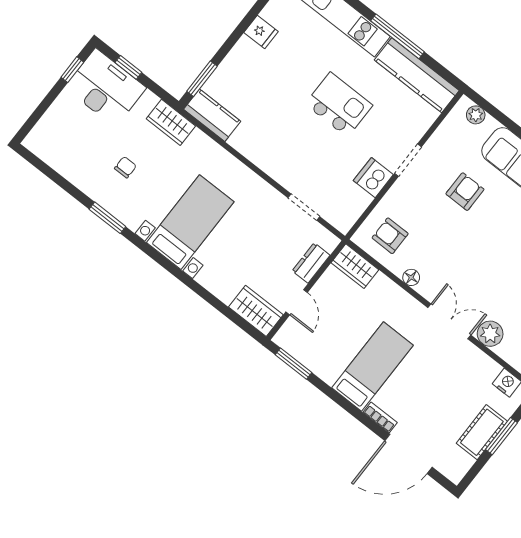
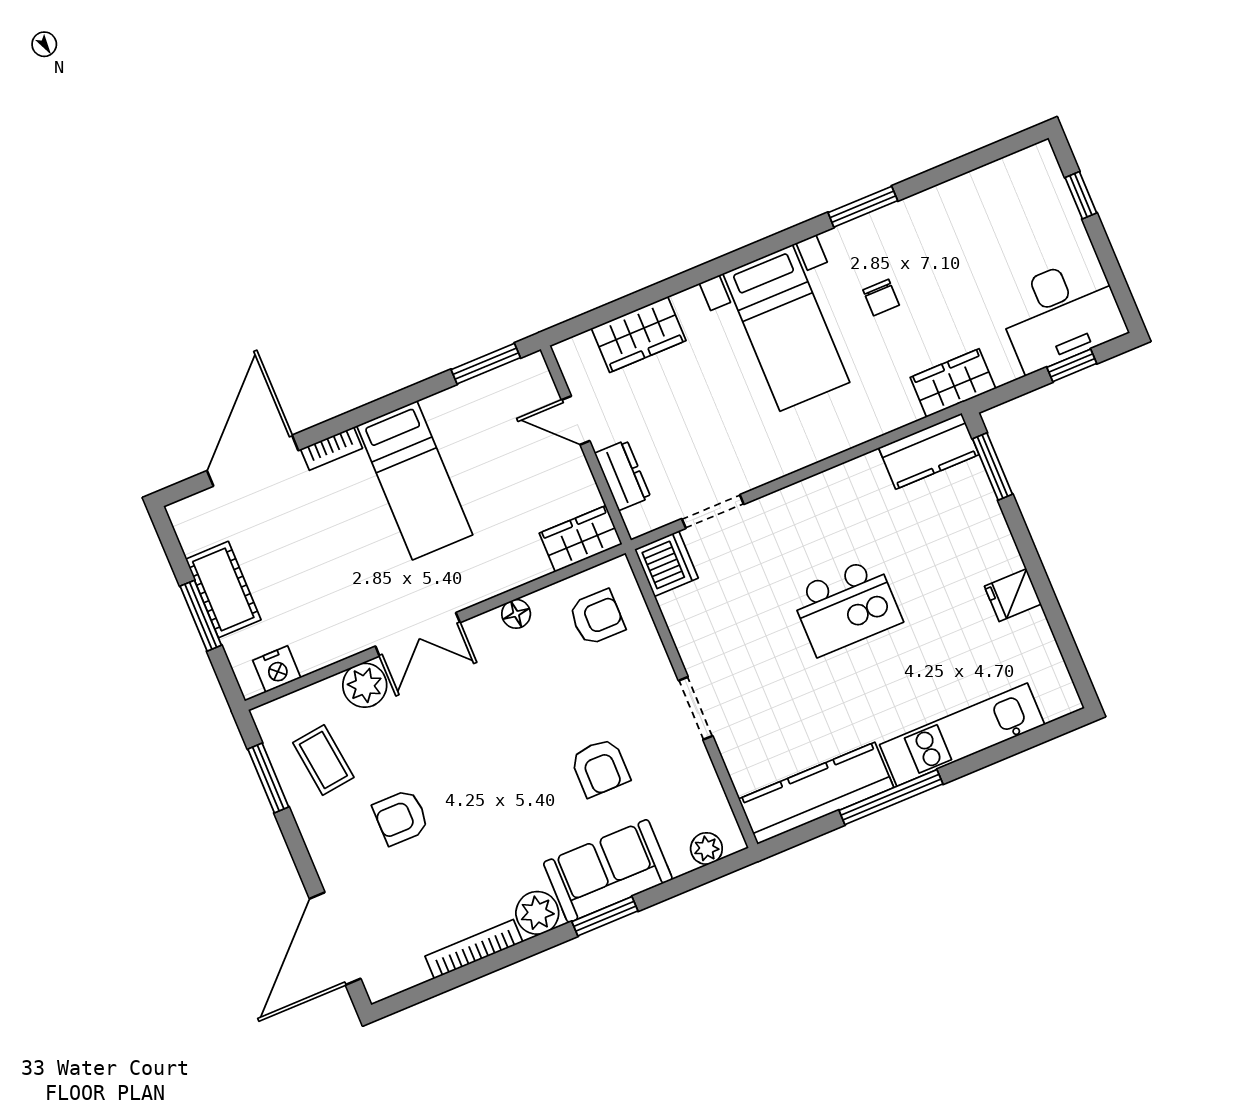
window: (72, 70) -> (1081, 195), moved
kitchen island: (339, 105) -> (847, 607), moved
chair: (125, 167) -> (881, 298), moved
dishwasher: (373, 178) -> (666, 564), moved
wardrobe: (256, 311) -> (639, 334), moved

